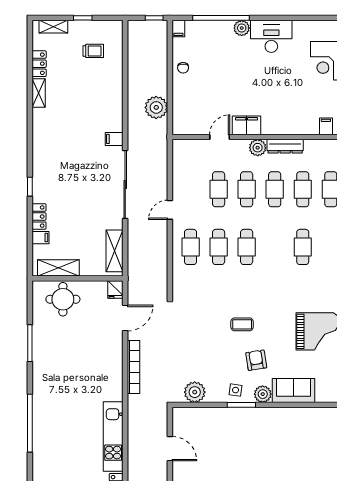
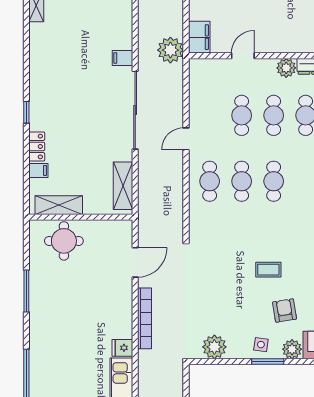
plant: (156, 107) -> (170, 50), moved
filing cabinet: (247, 125) -> (199, 37), moved, turned 90
fridge: (115, 290) -> (122, 348), moved, turned 90

